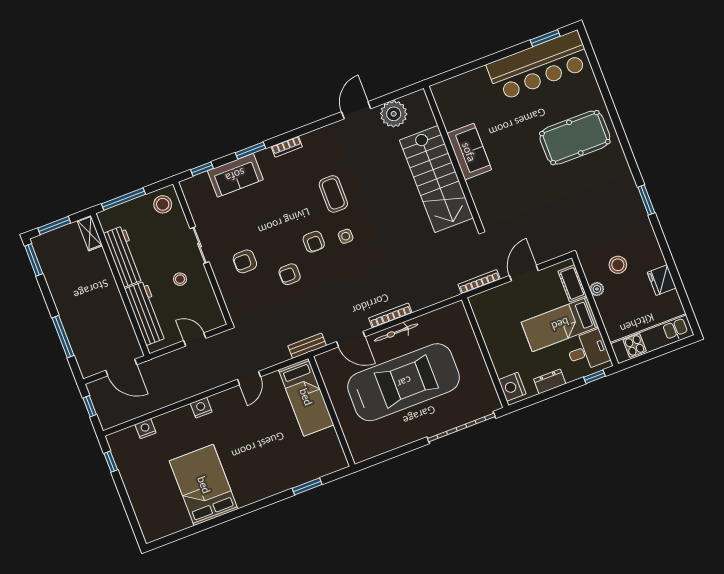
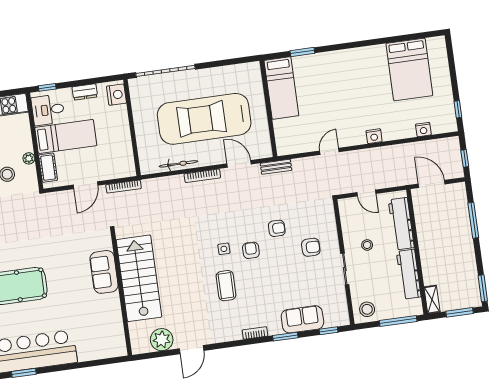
sofa: (469, 152) -> (104, 272), moved
bicycle: (396, 333) -> (178, 164), moved
bed: (306, 397) -> (281, 88), moved, turned 180
bed: (204, 485) -> (409, 69), moved

